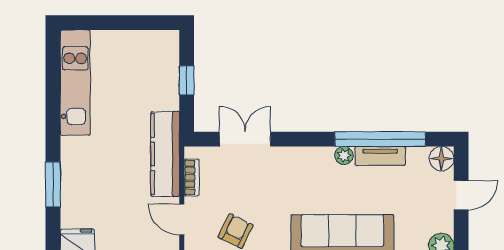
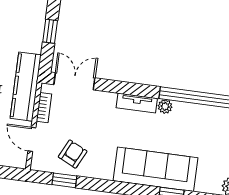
double door: (245, 139) -> (74, 81), moved
tv unit: (380, 156) -> (137, 103), moved

